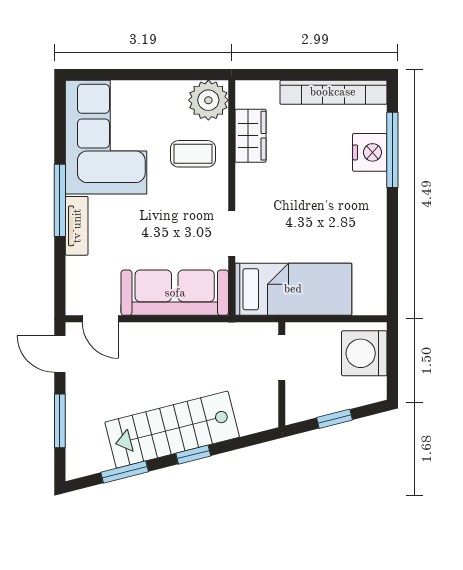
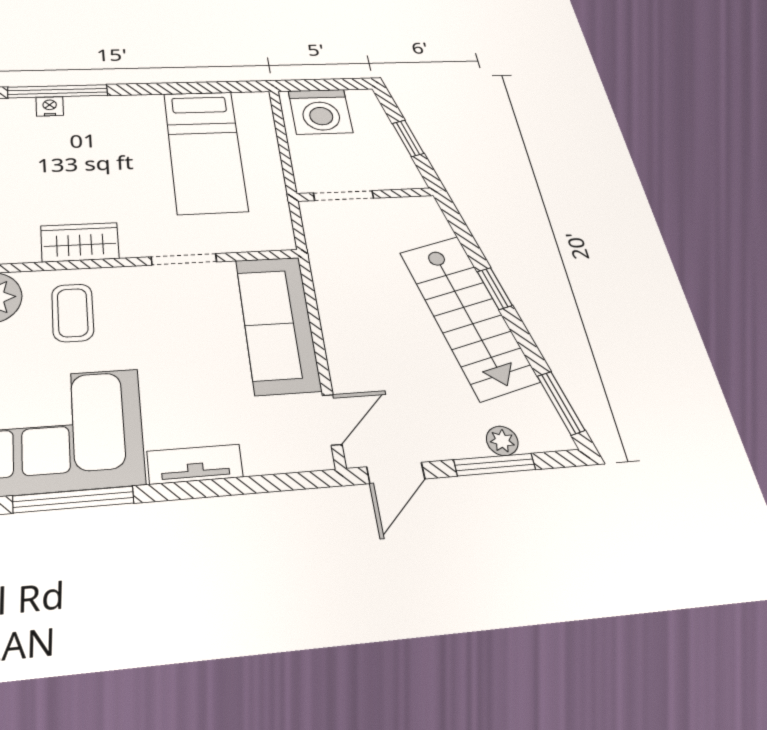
wardrobe: (250, 136) -> (80, 242), moved
nightstand: (370, 152) -> (50, 106), width x0.53, depth x0.56
window: (60, 200) -> (74, 499), moved
bed: (293, 289) -> (205, 151), moved, turned 180
plant: (76, 430) -> (502, 441), added
window: (125, 472) -> (561, 403), moved

